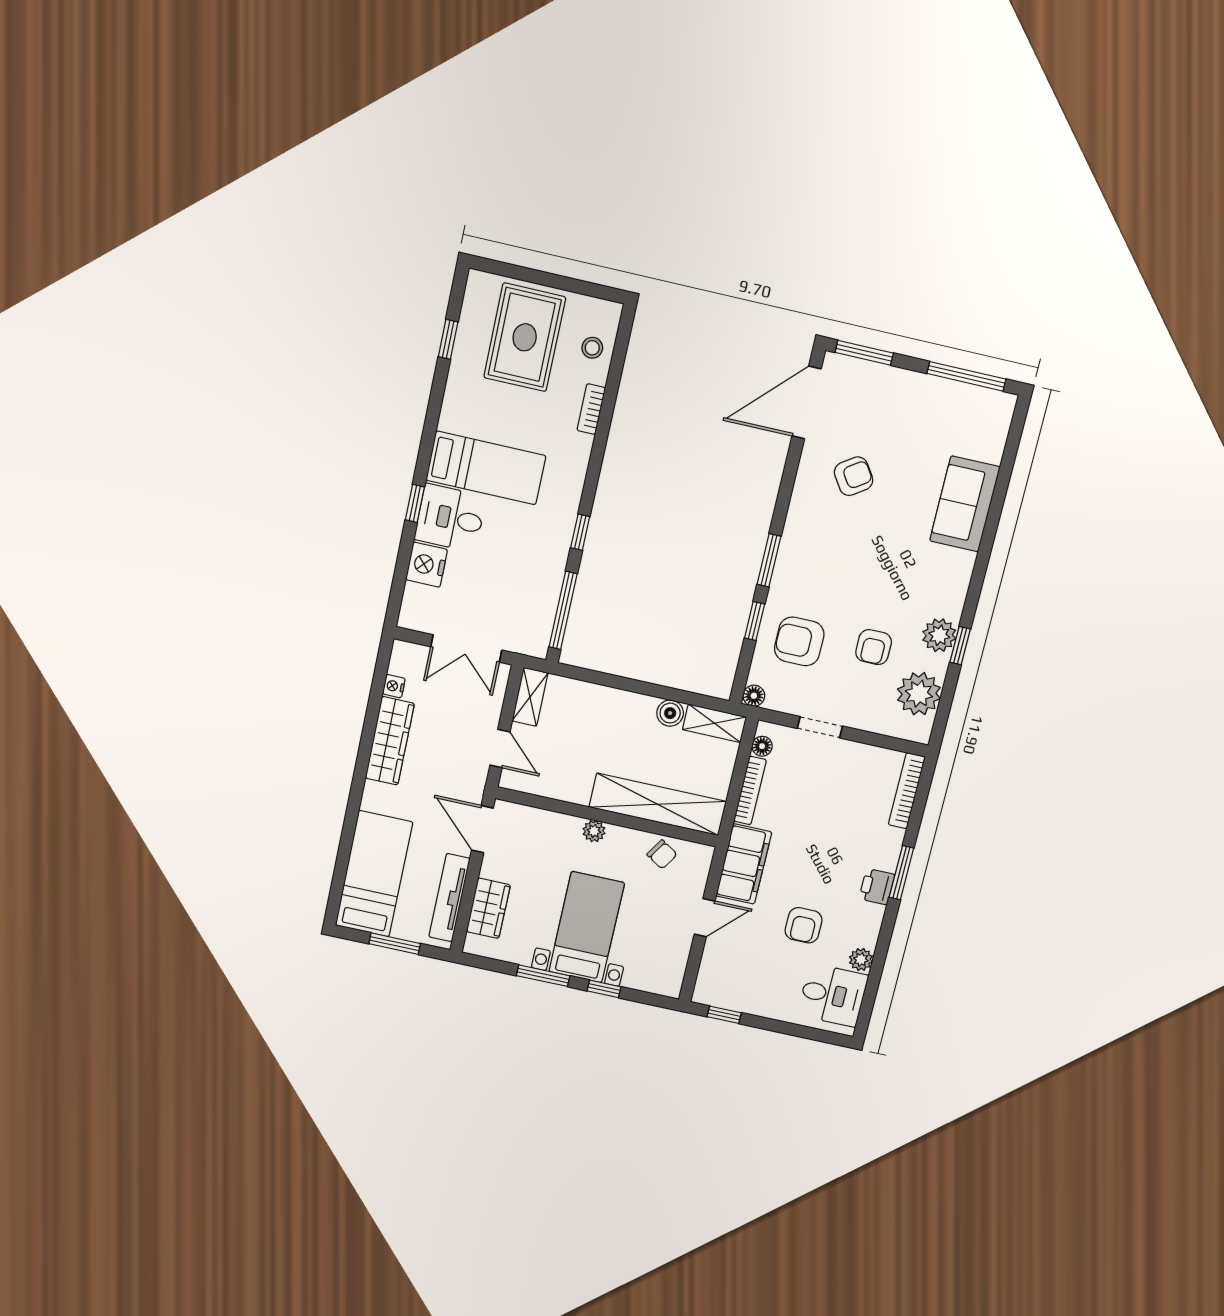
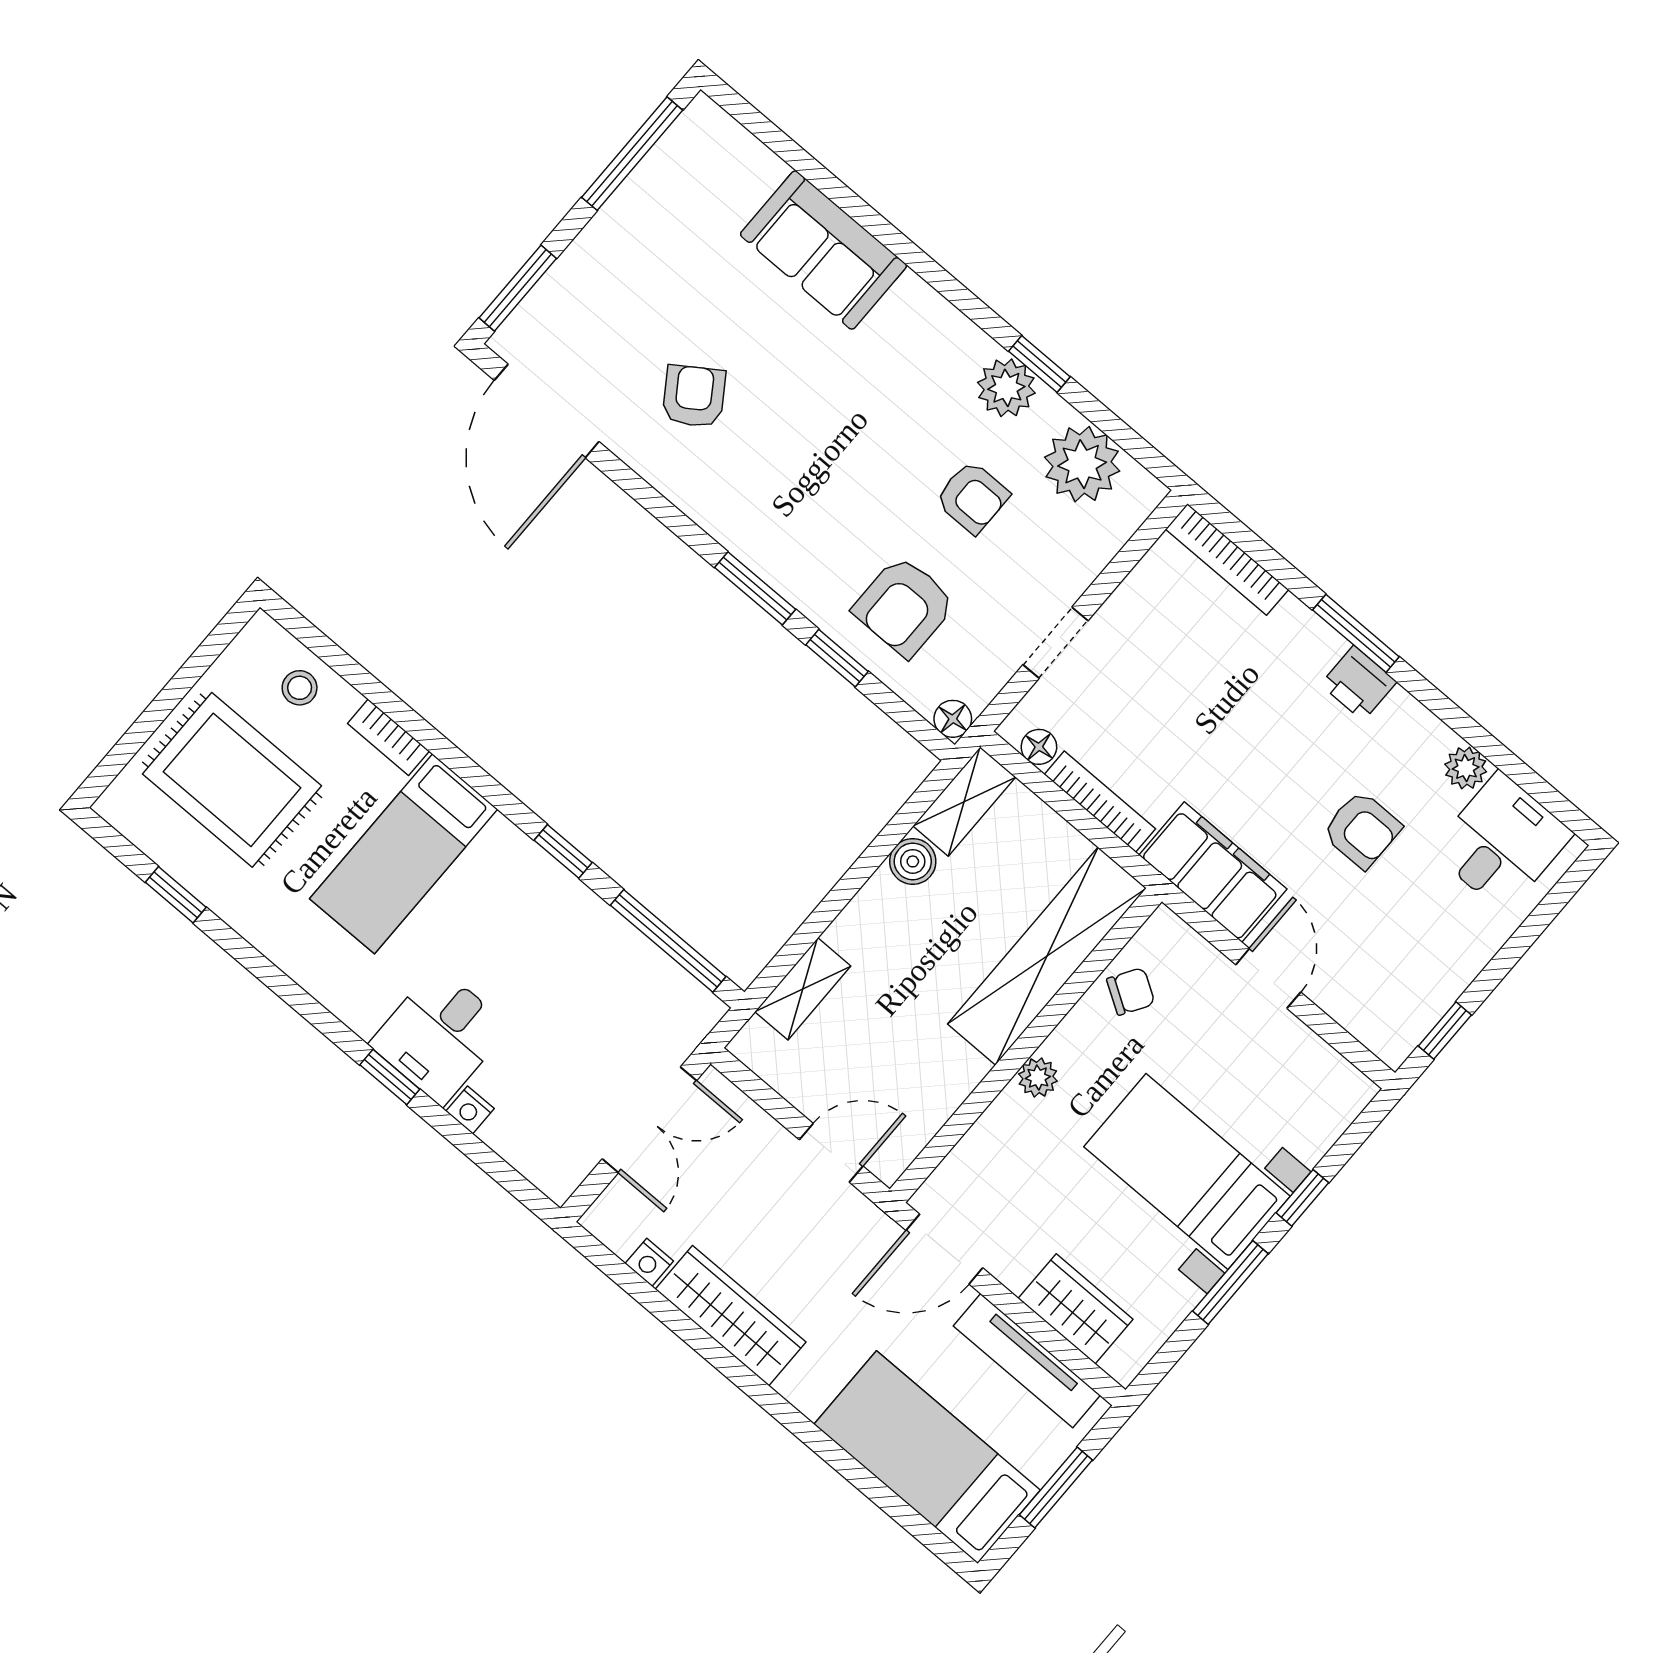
bed: (486, 468) -> (404, 854), moved, turned 180
nightstand: (427, 565) -> (470, 1110), width x0.53, depth x0.56
shelving: (530, 697) -> (803, 989), moved, turned 90

